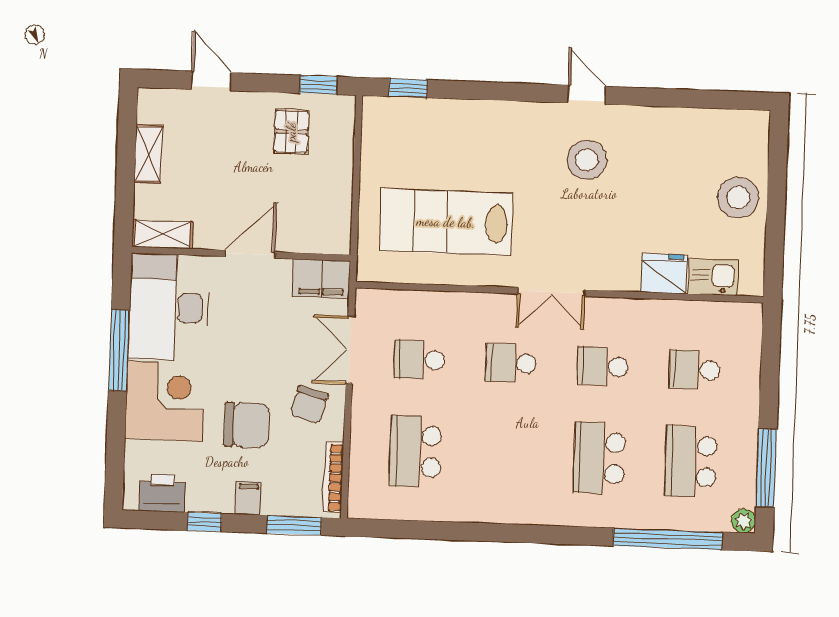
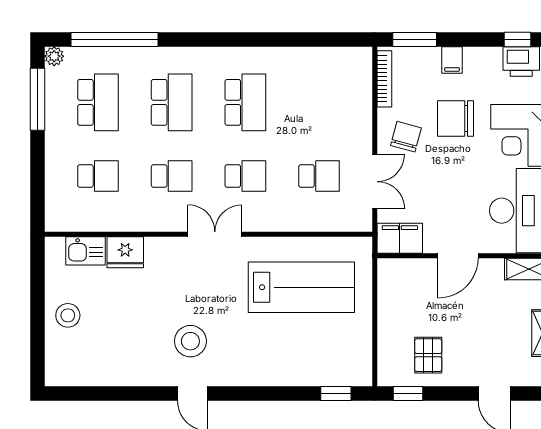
stool: (738, 198) -> (68, 315), width x0.73, depth x0.73
school desk: (416, 451) -> (245, 102), moved
window: (204, 522) -> (518, 39), moved

